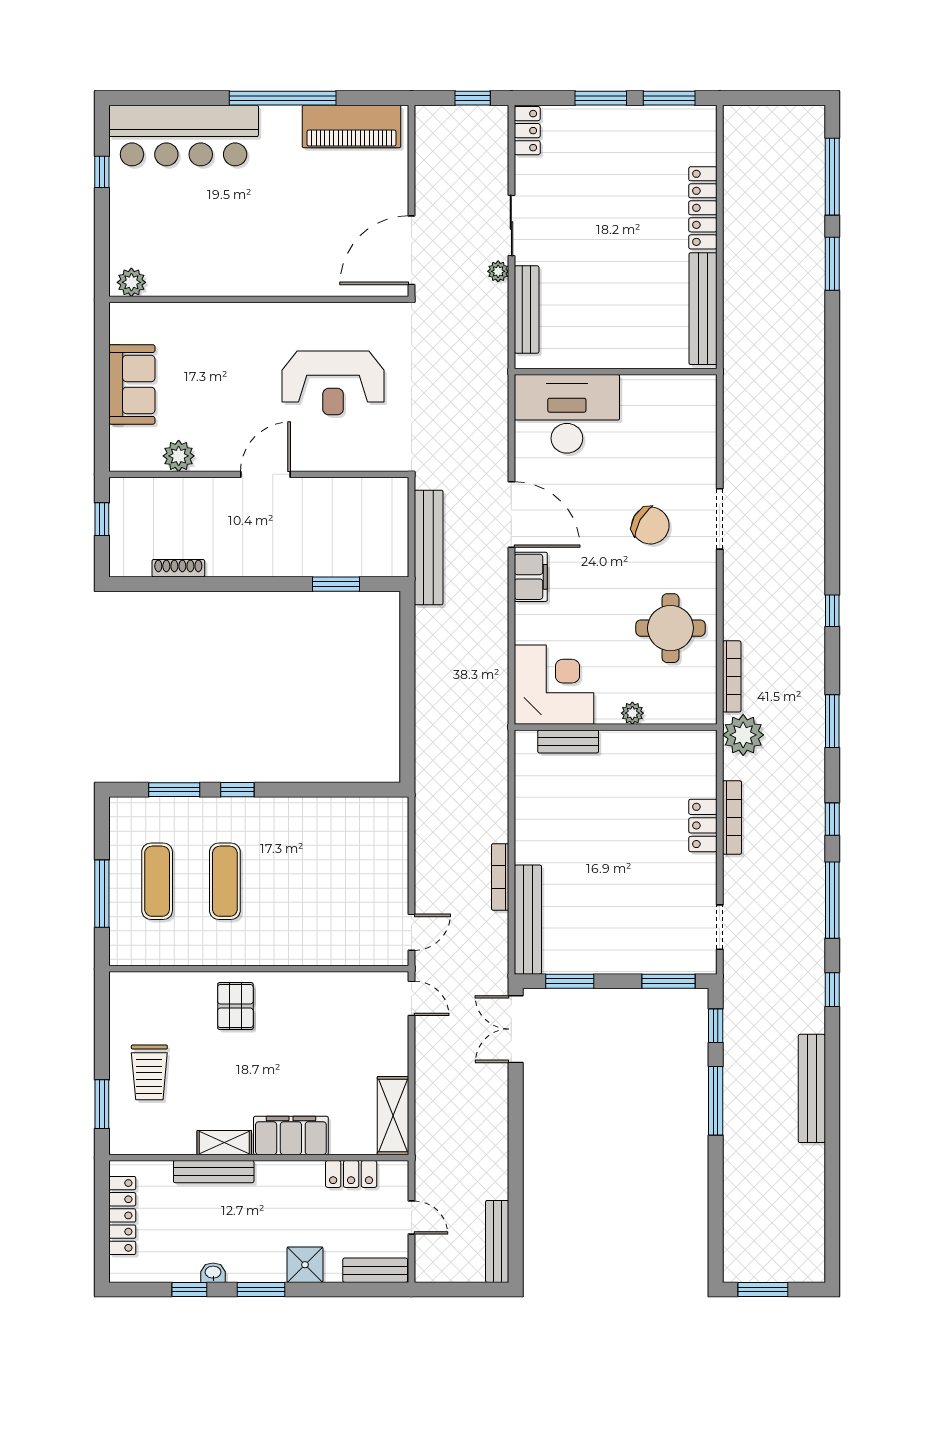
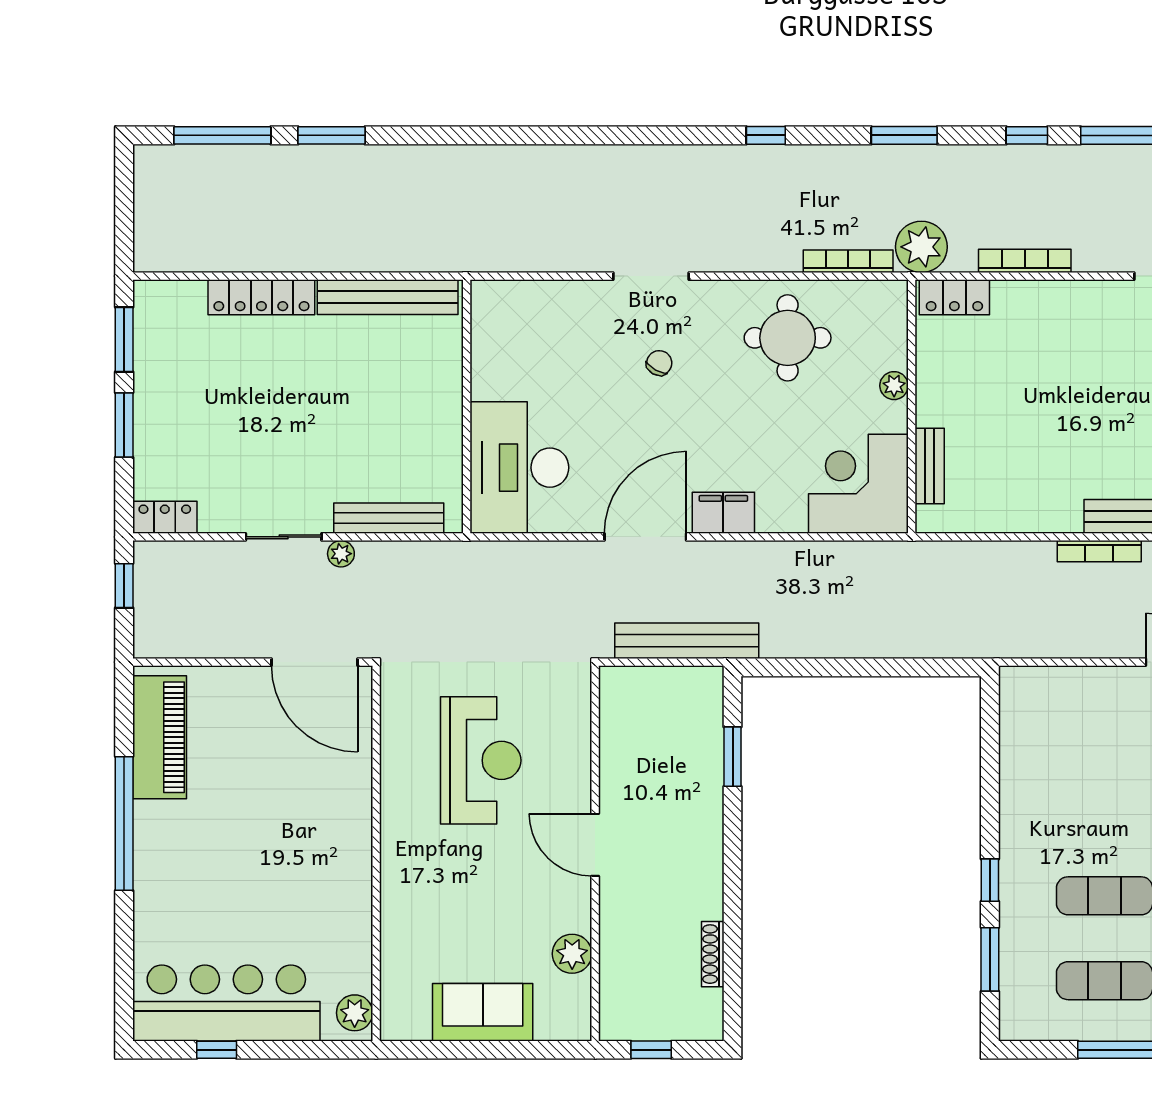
bar counter: (184, 136) -> (226, 1003), moved, turned -90
chair: (650, 526) -> (659, 363), width x0.54, depth x0.54
locker: (703, 825) -> (954, 297), moved

